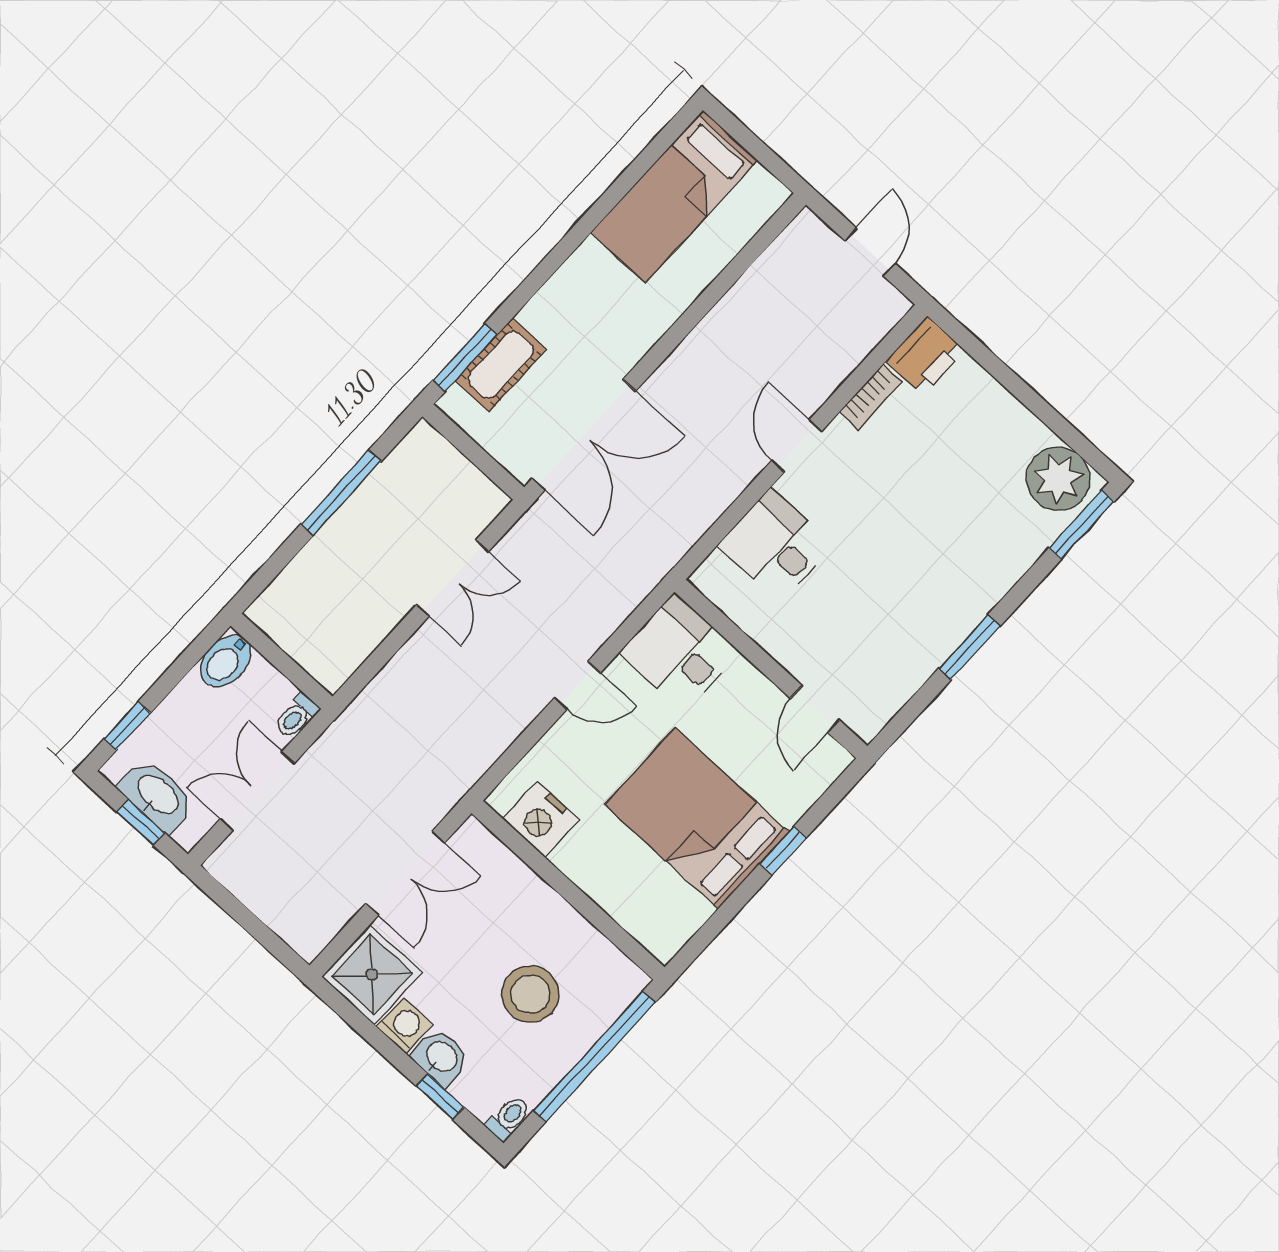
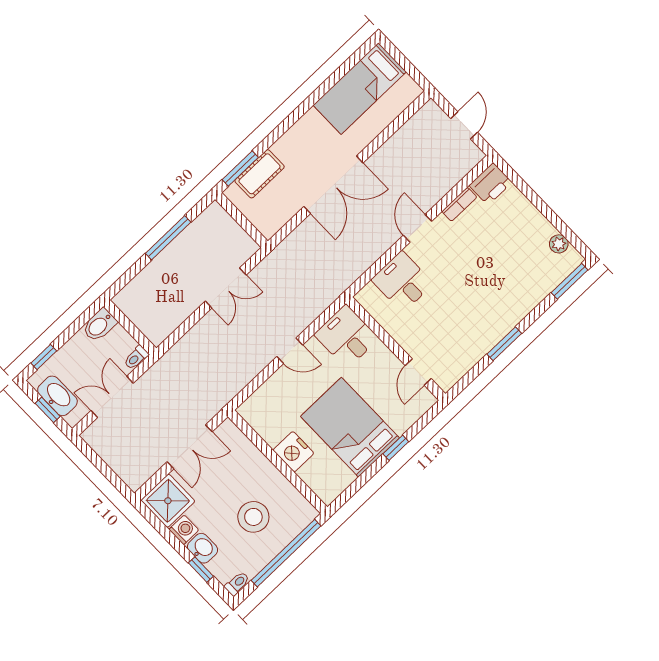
double door: (584, 435) -> (333, 185), moved
plant: (1058, 479) -> (559, 244), width x0.53, depth x0.53
nightstand: (541, 819) -> (293, 452), moved

